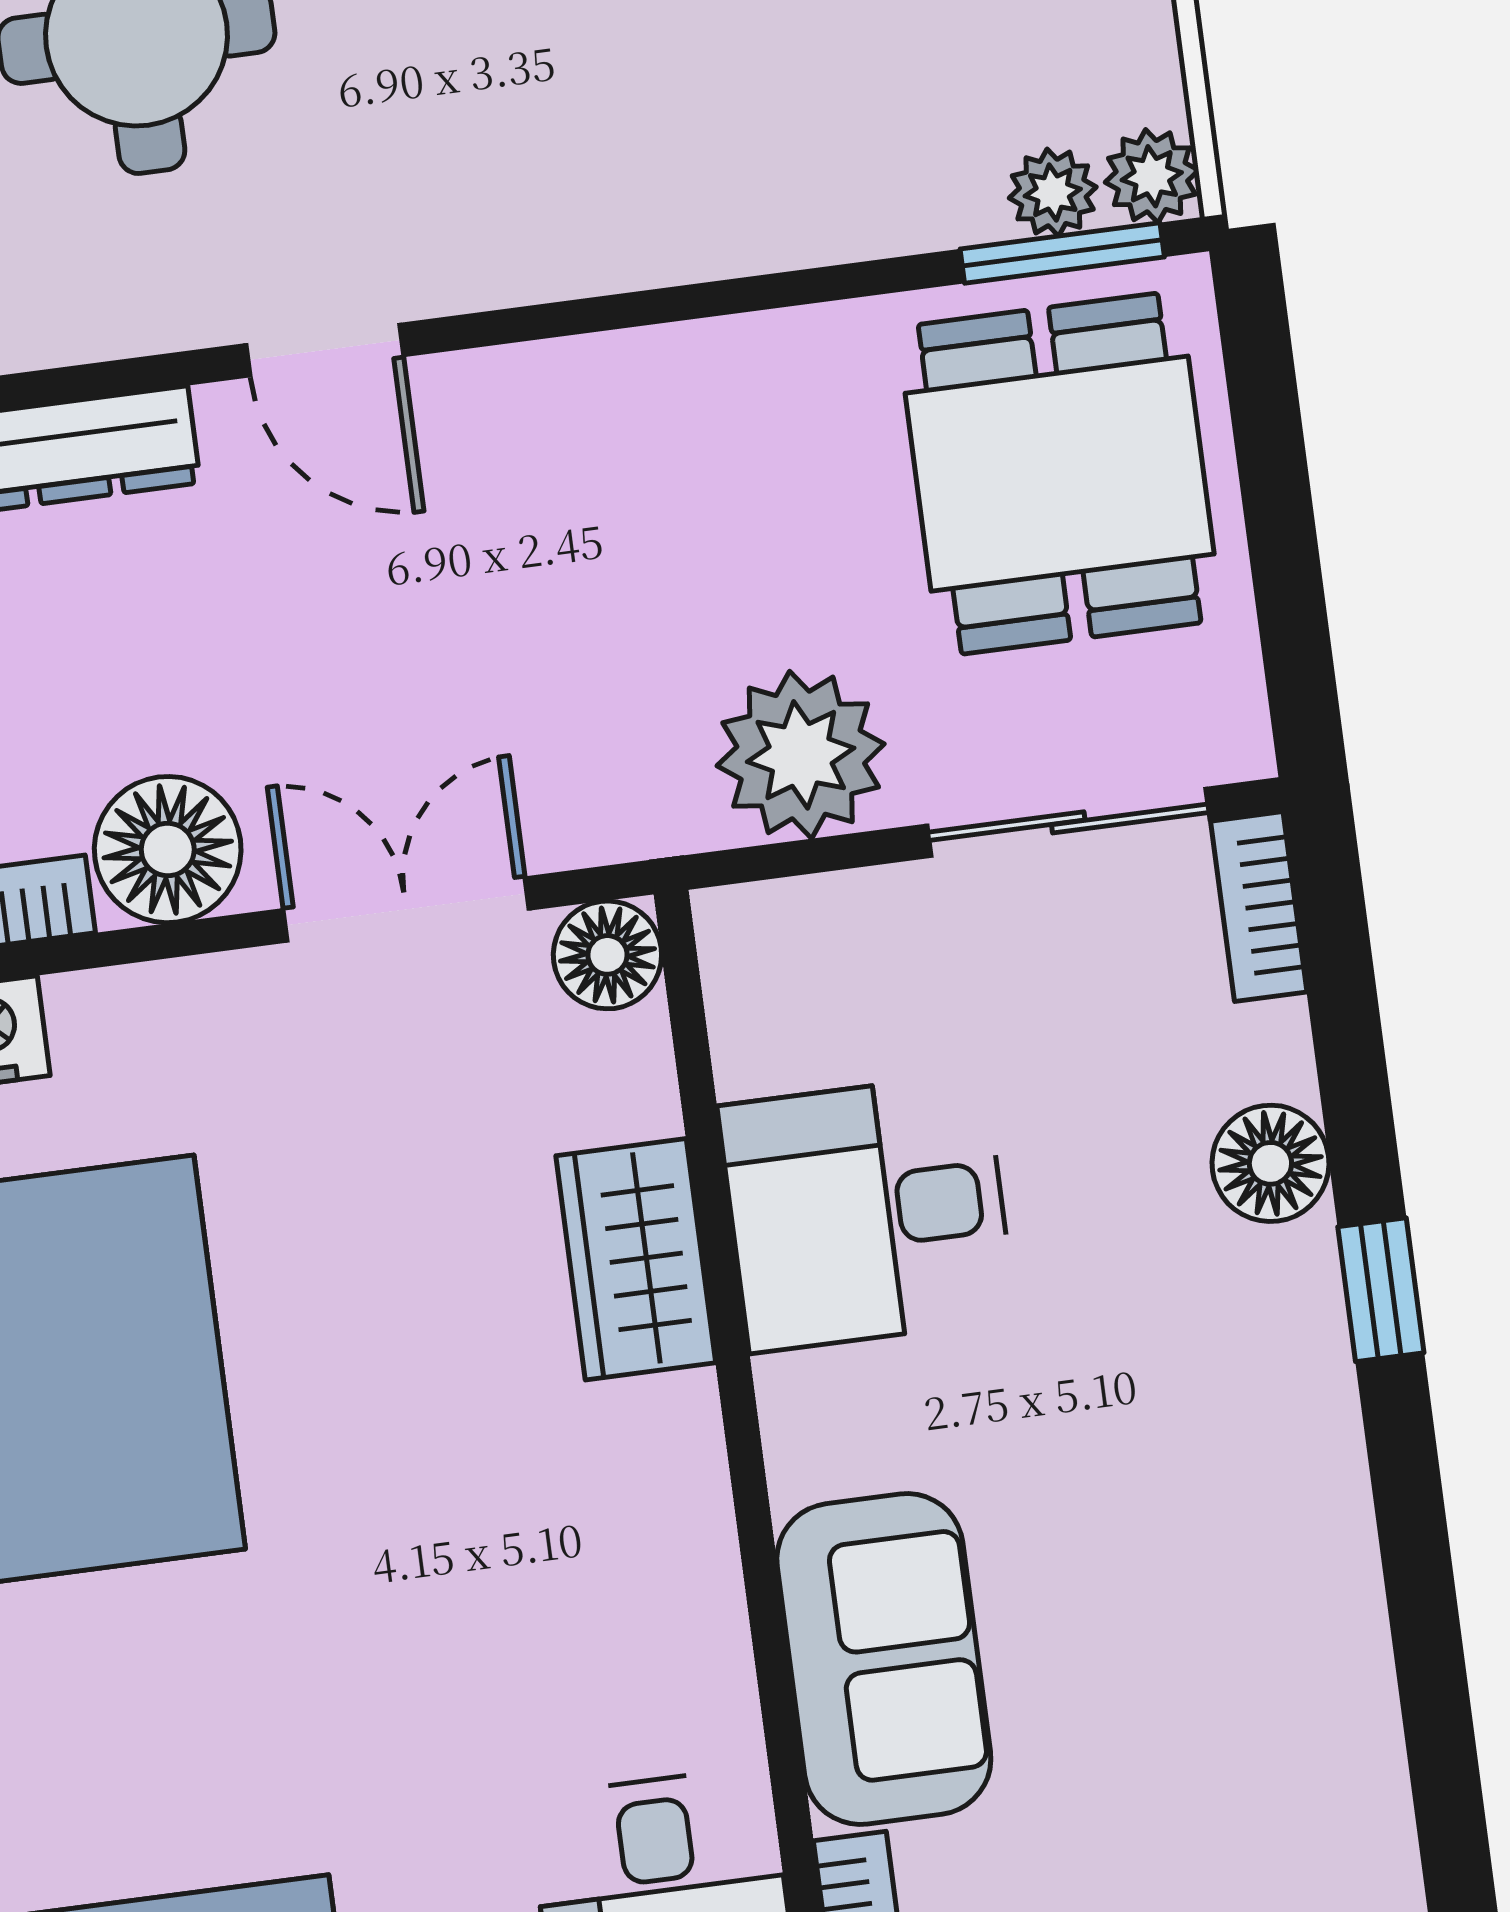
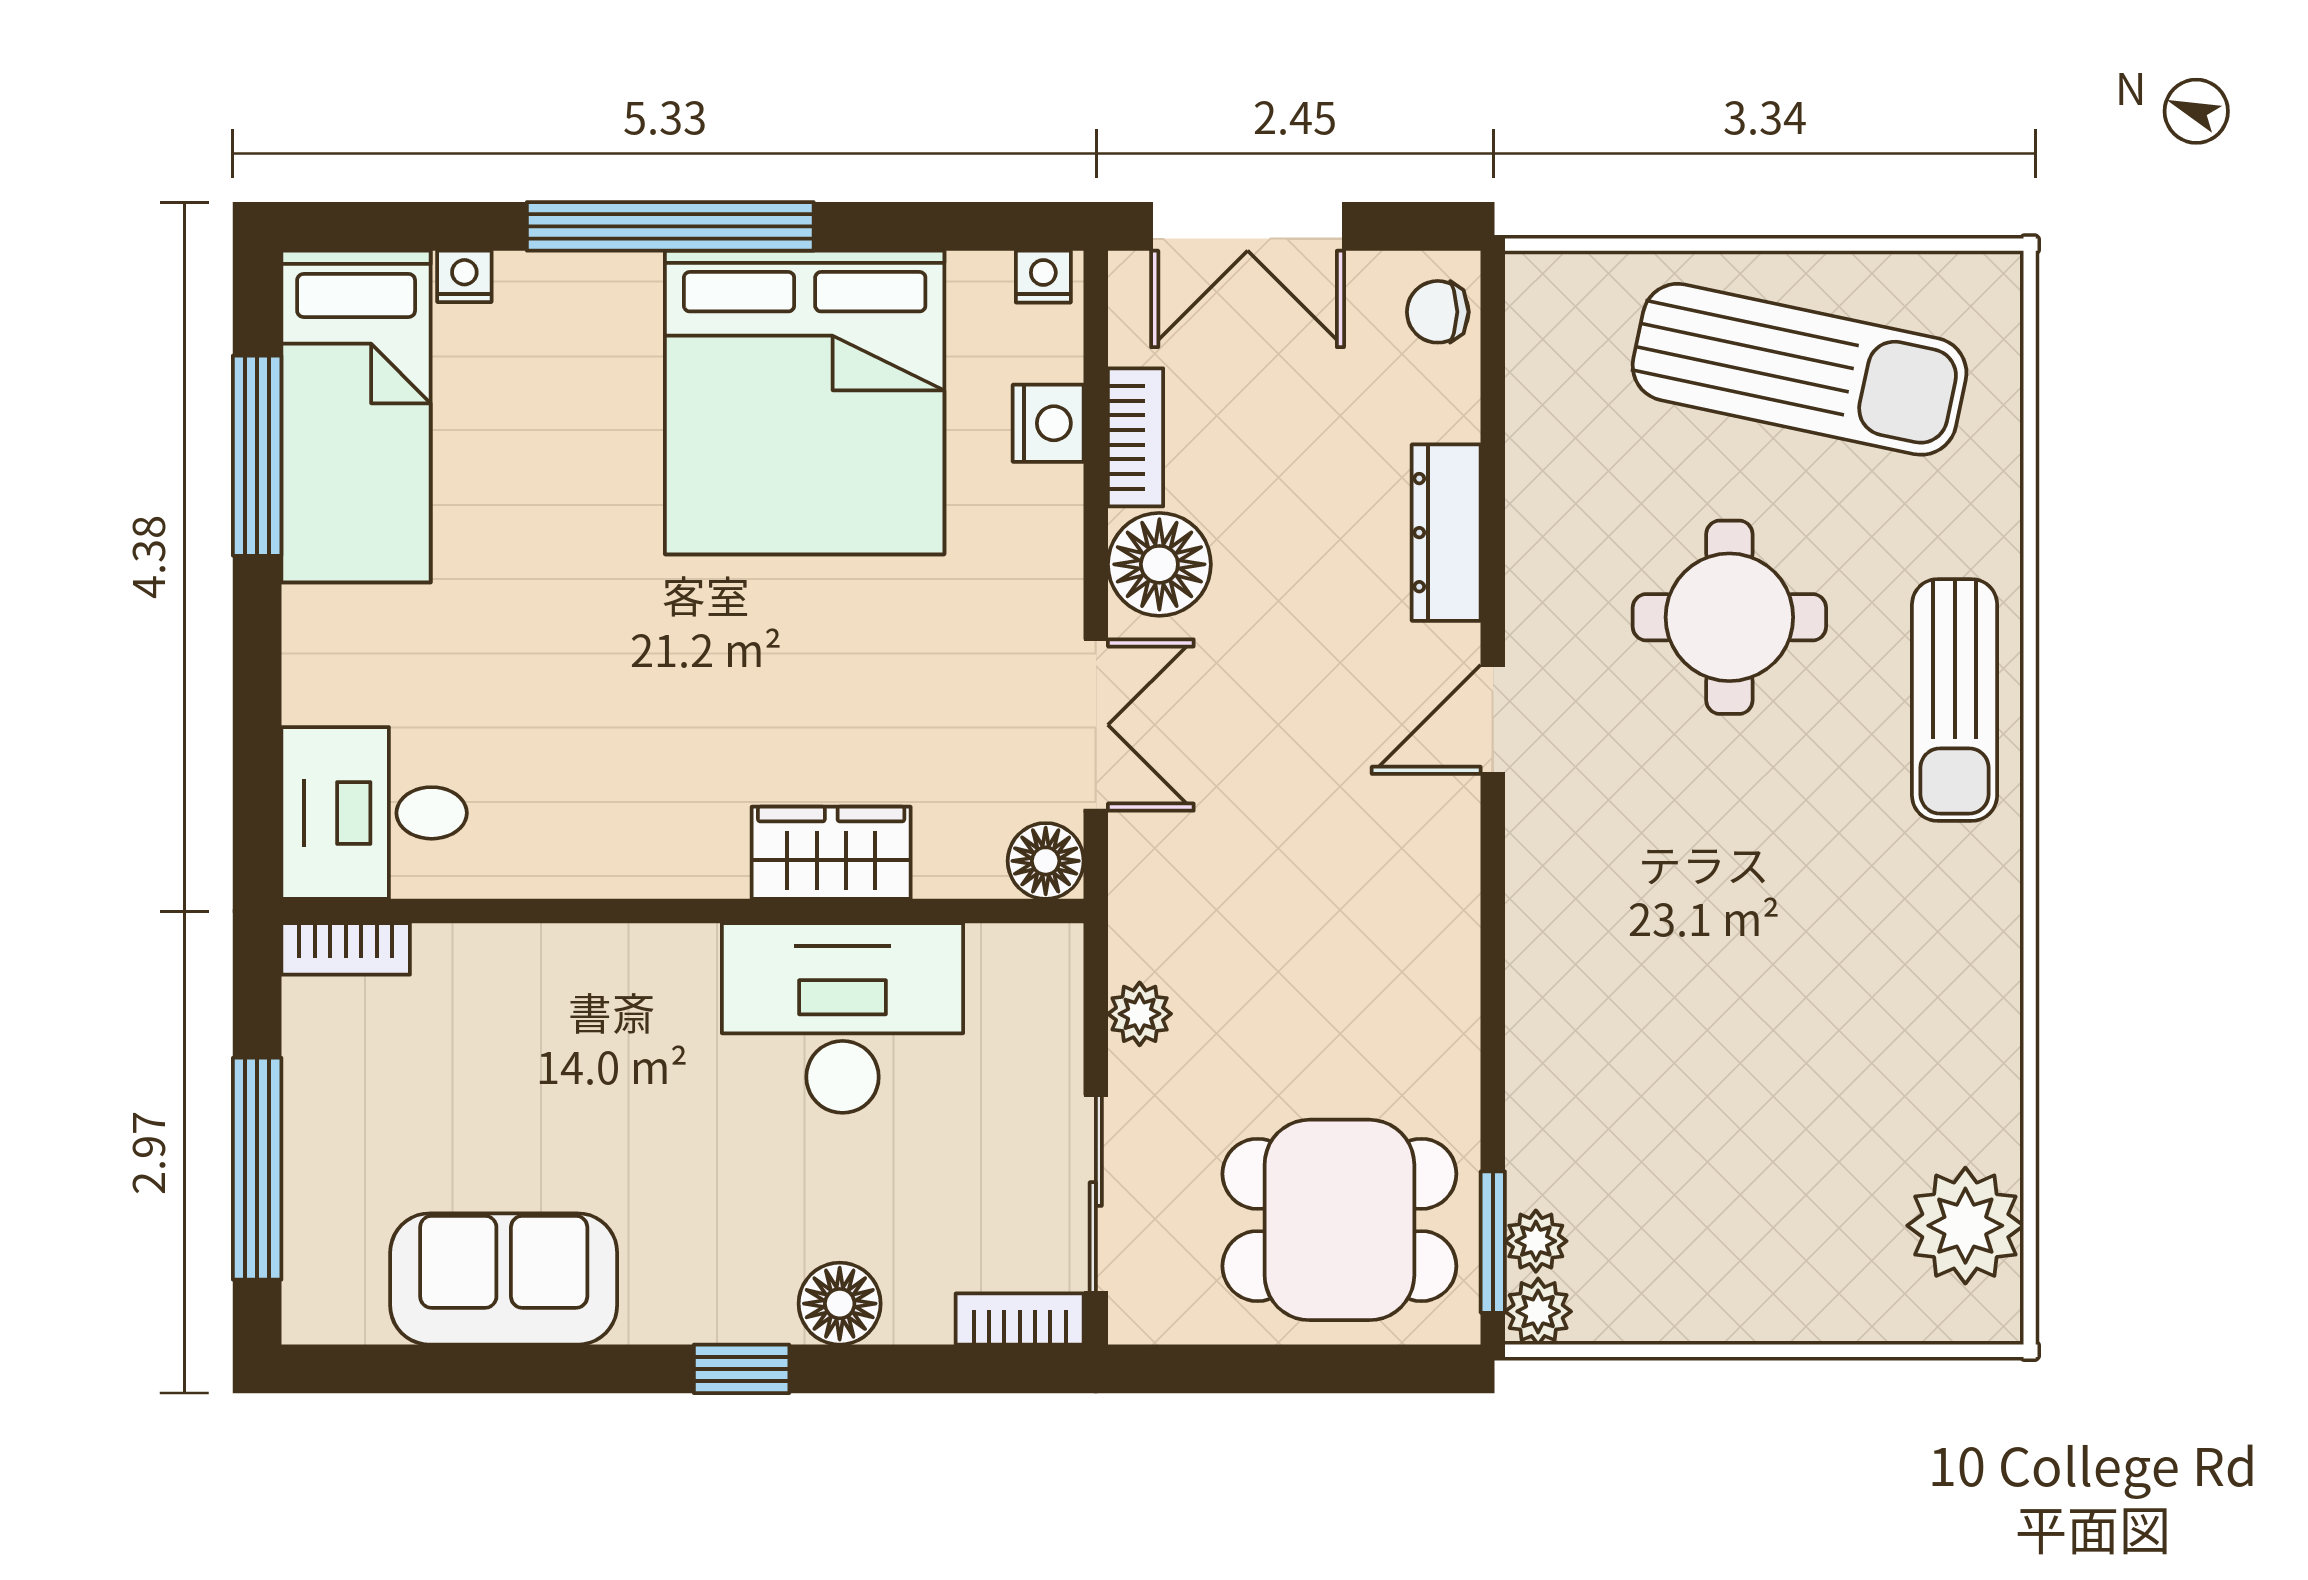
plant: (801, 755) -> (1140, 1014), width x0.53, depth x0.53
desk: (867, 1212) -> (843, 1018), width x1.37
sofa: (884, 1659) -> (504, 1279), moved, turned 180

